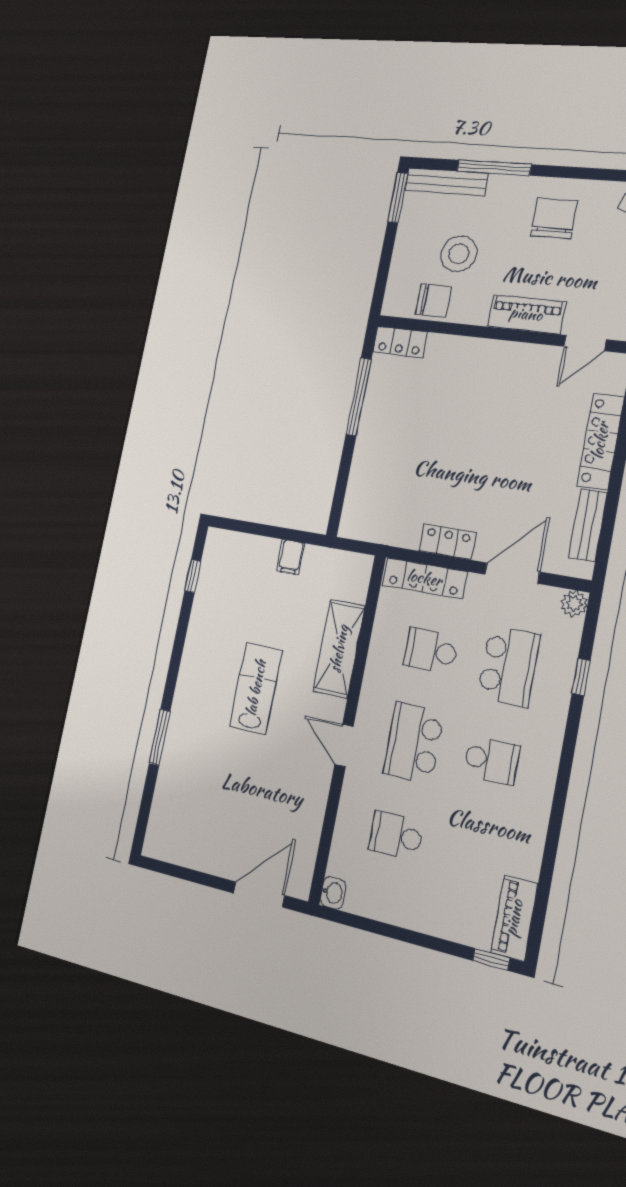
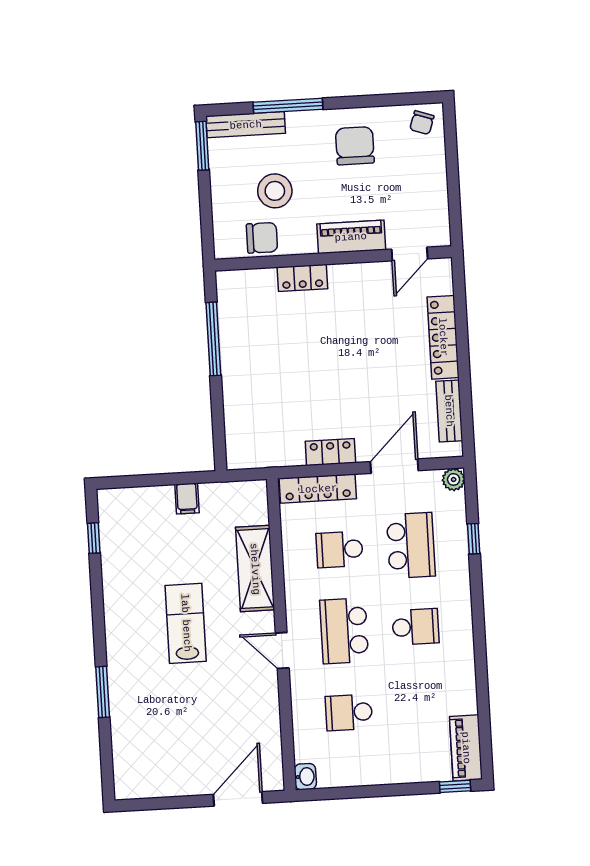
locker: (400, 342) -> (302, 278), moved

